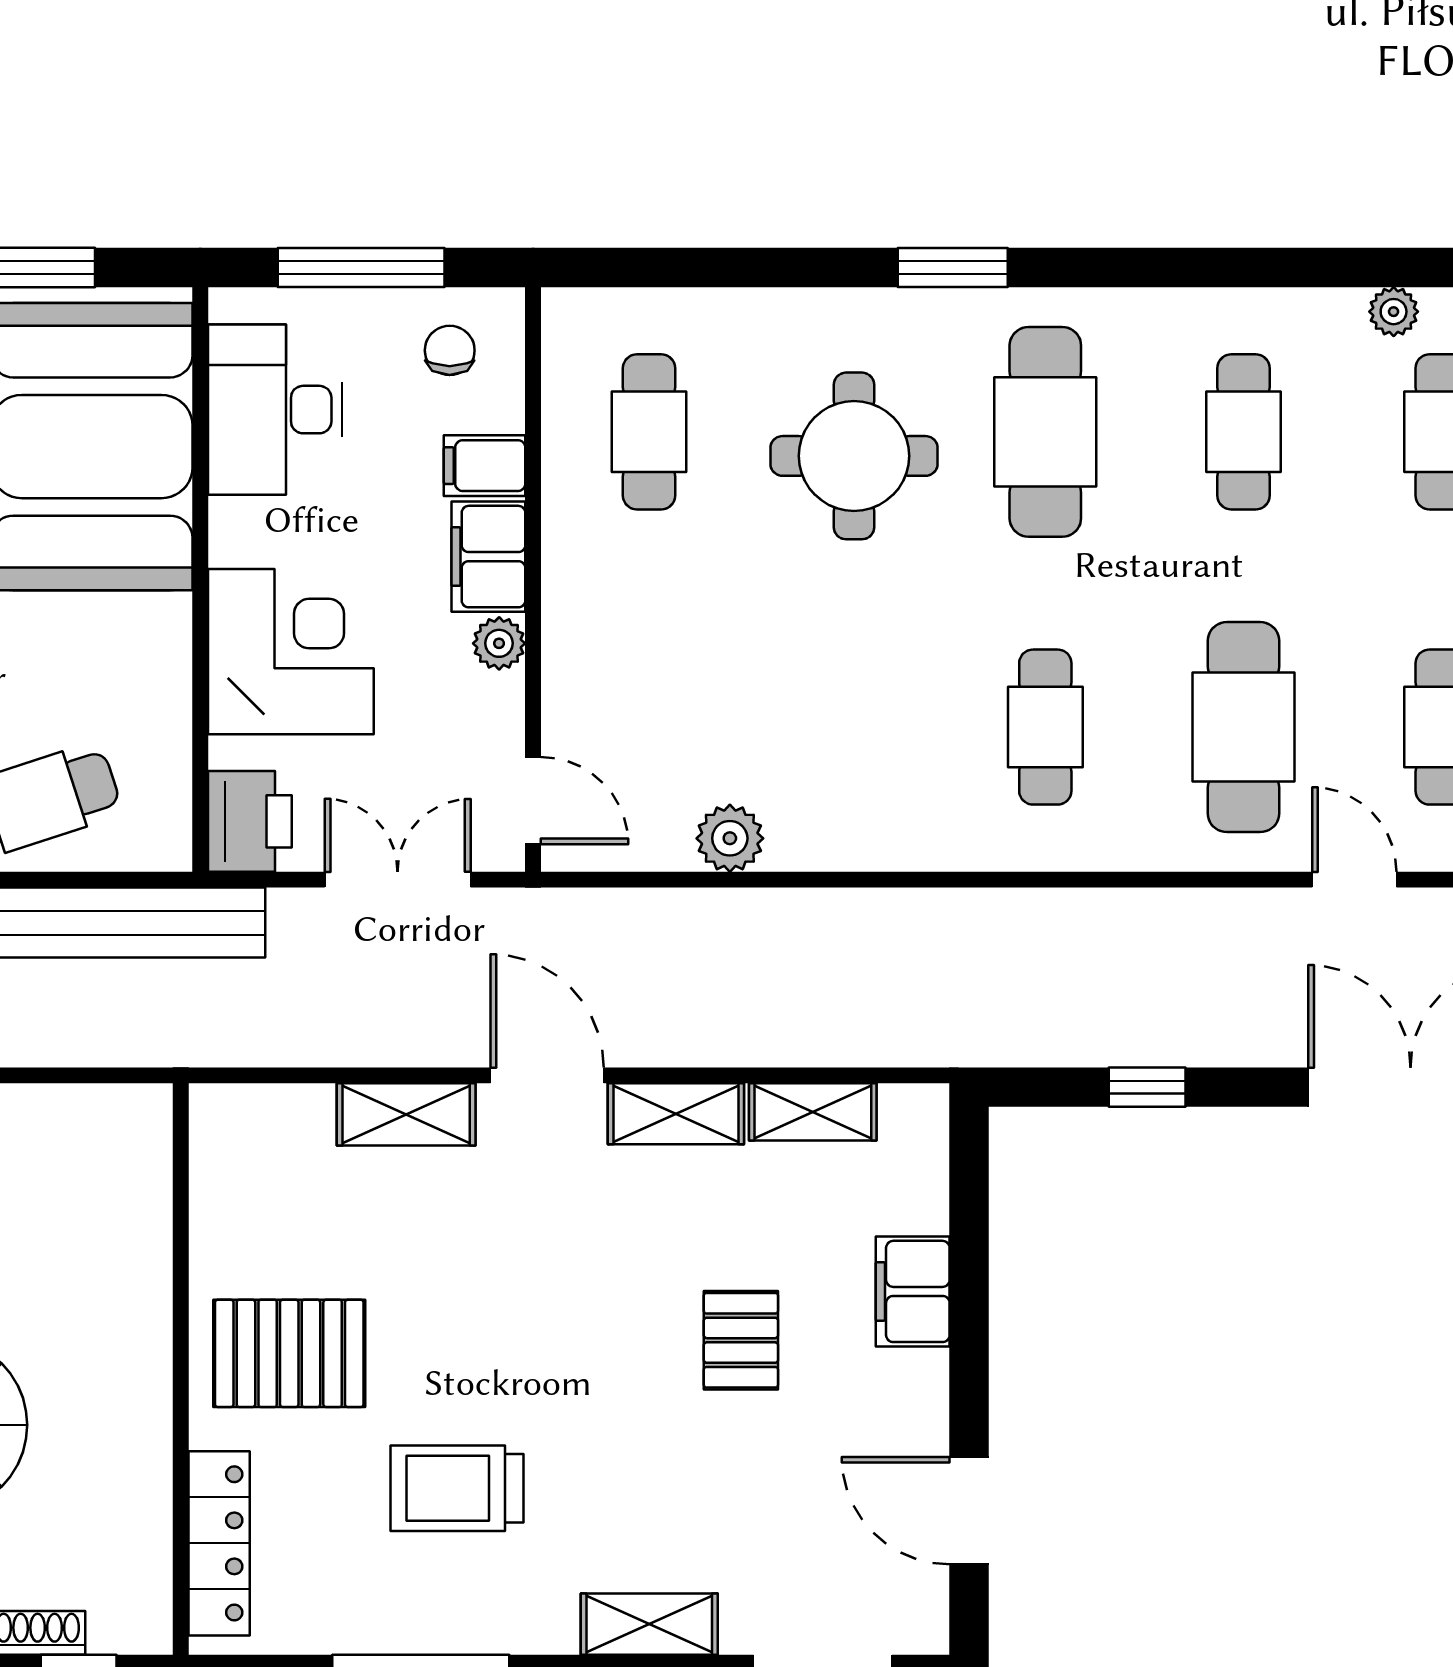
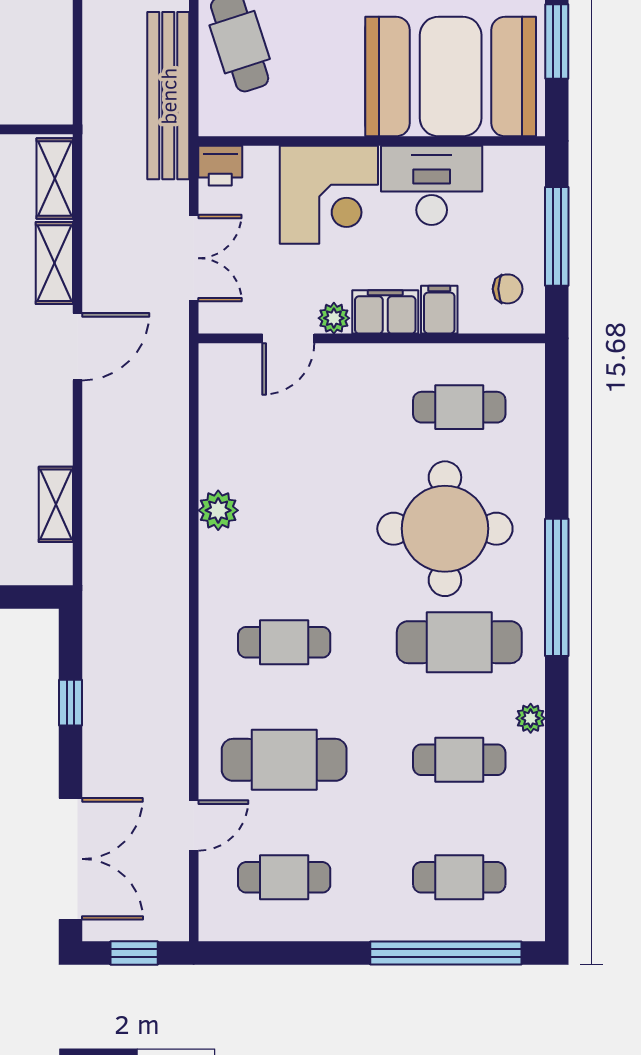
window: (953, 268) -> (557, 587), width x2.11
plant: (1394, 312) -> (531, 718), moved
desk: (275, 410) -> (432, 185), moved
round table: (854, 456) -> (445, 529), width x1.36, depth x1.36
door: (533, 801) -> (288, 338), moved
printer: (250, 821) -> (220, 166), width x0.73, depth x0.81
plant: (730, 838) -> (218, 510), moved
shelving: (676, 1114) -> (55, 179), moved

